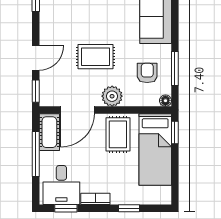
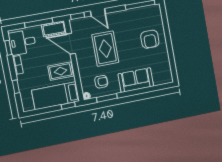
rug: (96, 57) -> (105, 49), width x1.36, depth x1.43
plant: (112, 96) -> (83, 63), removed

